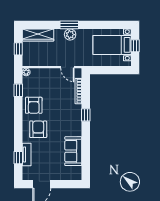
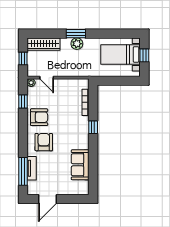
door: (67, 67) -> (47, 78), moved
armchair: (34, 105) -> (39, 117), turned -90
window: (18, 158) -> (23, 171), width x2.17

